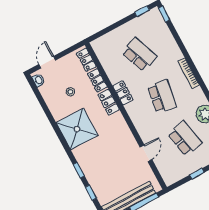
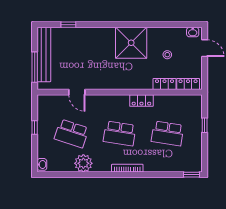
window: (142, 11) -> (205, 125), moved
school desk: (139, 54) -> (167, 133), turned 30
locker: (109, 102) -> (140, 83), removed
school desk: (185, 138) -> (72, 133), turned 30
window: (79, 170) -> (94, 25), removed

